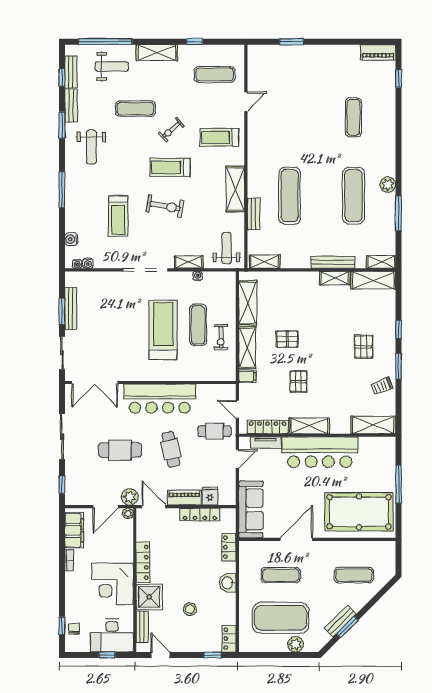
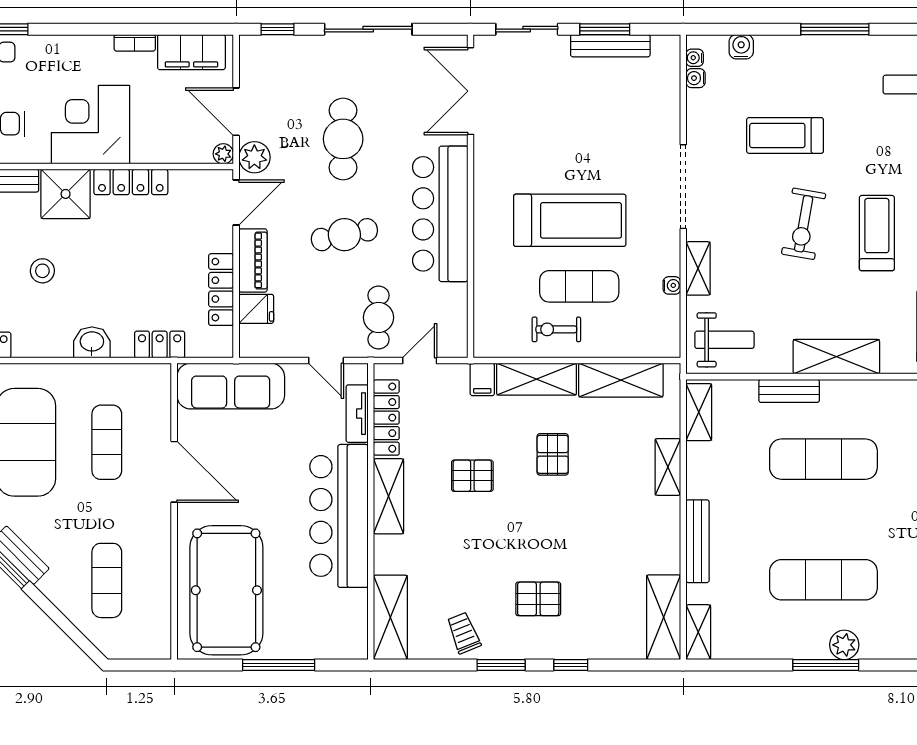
window: (399, 213) -> (826, 665), moved
shelving: (335, 278) -> (668, 467), moved

